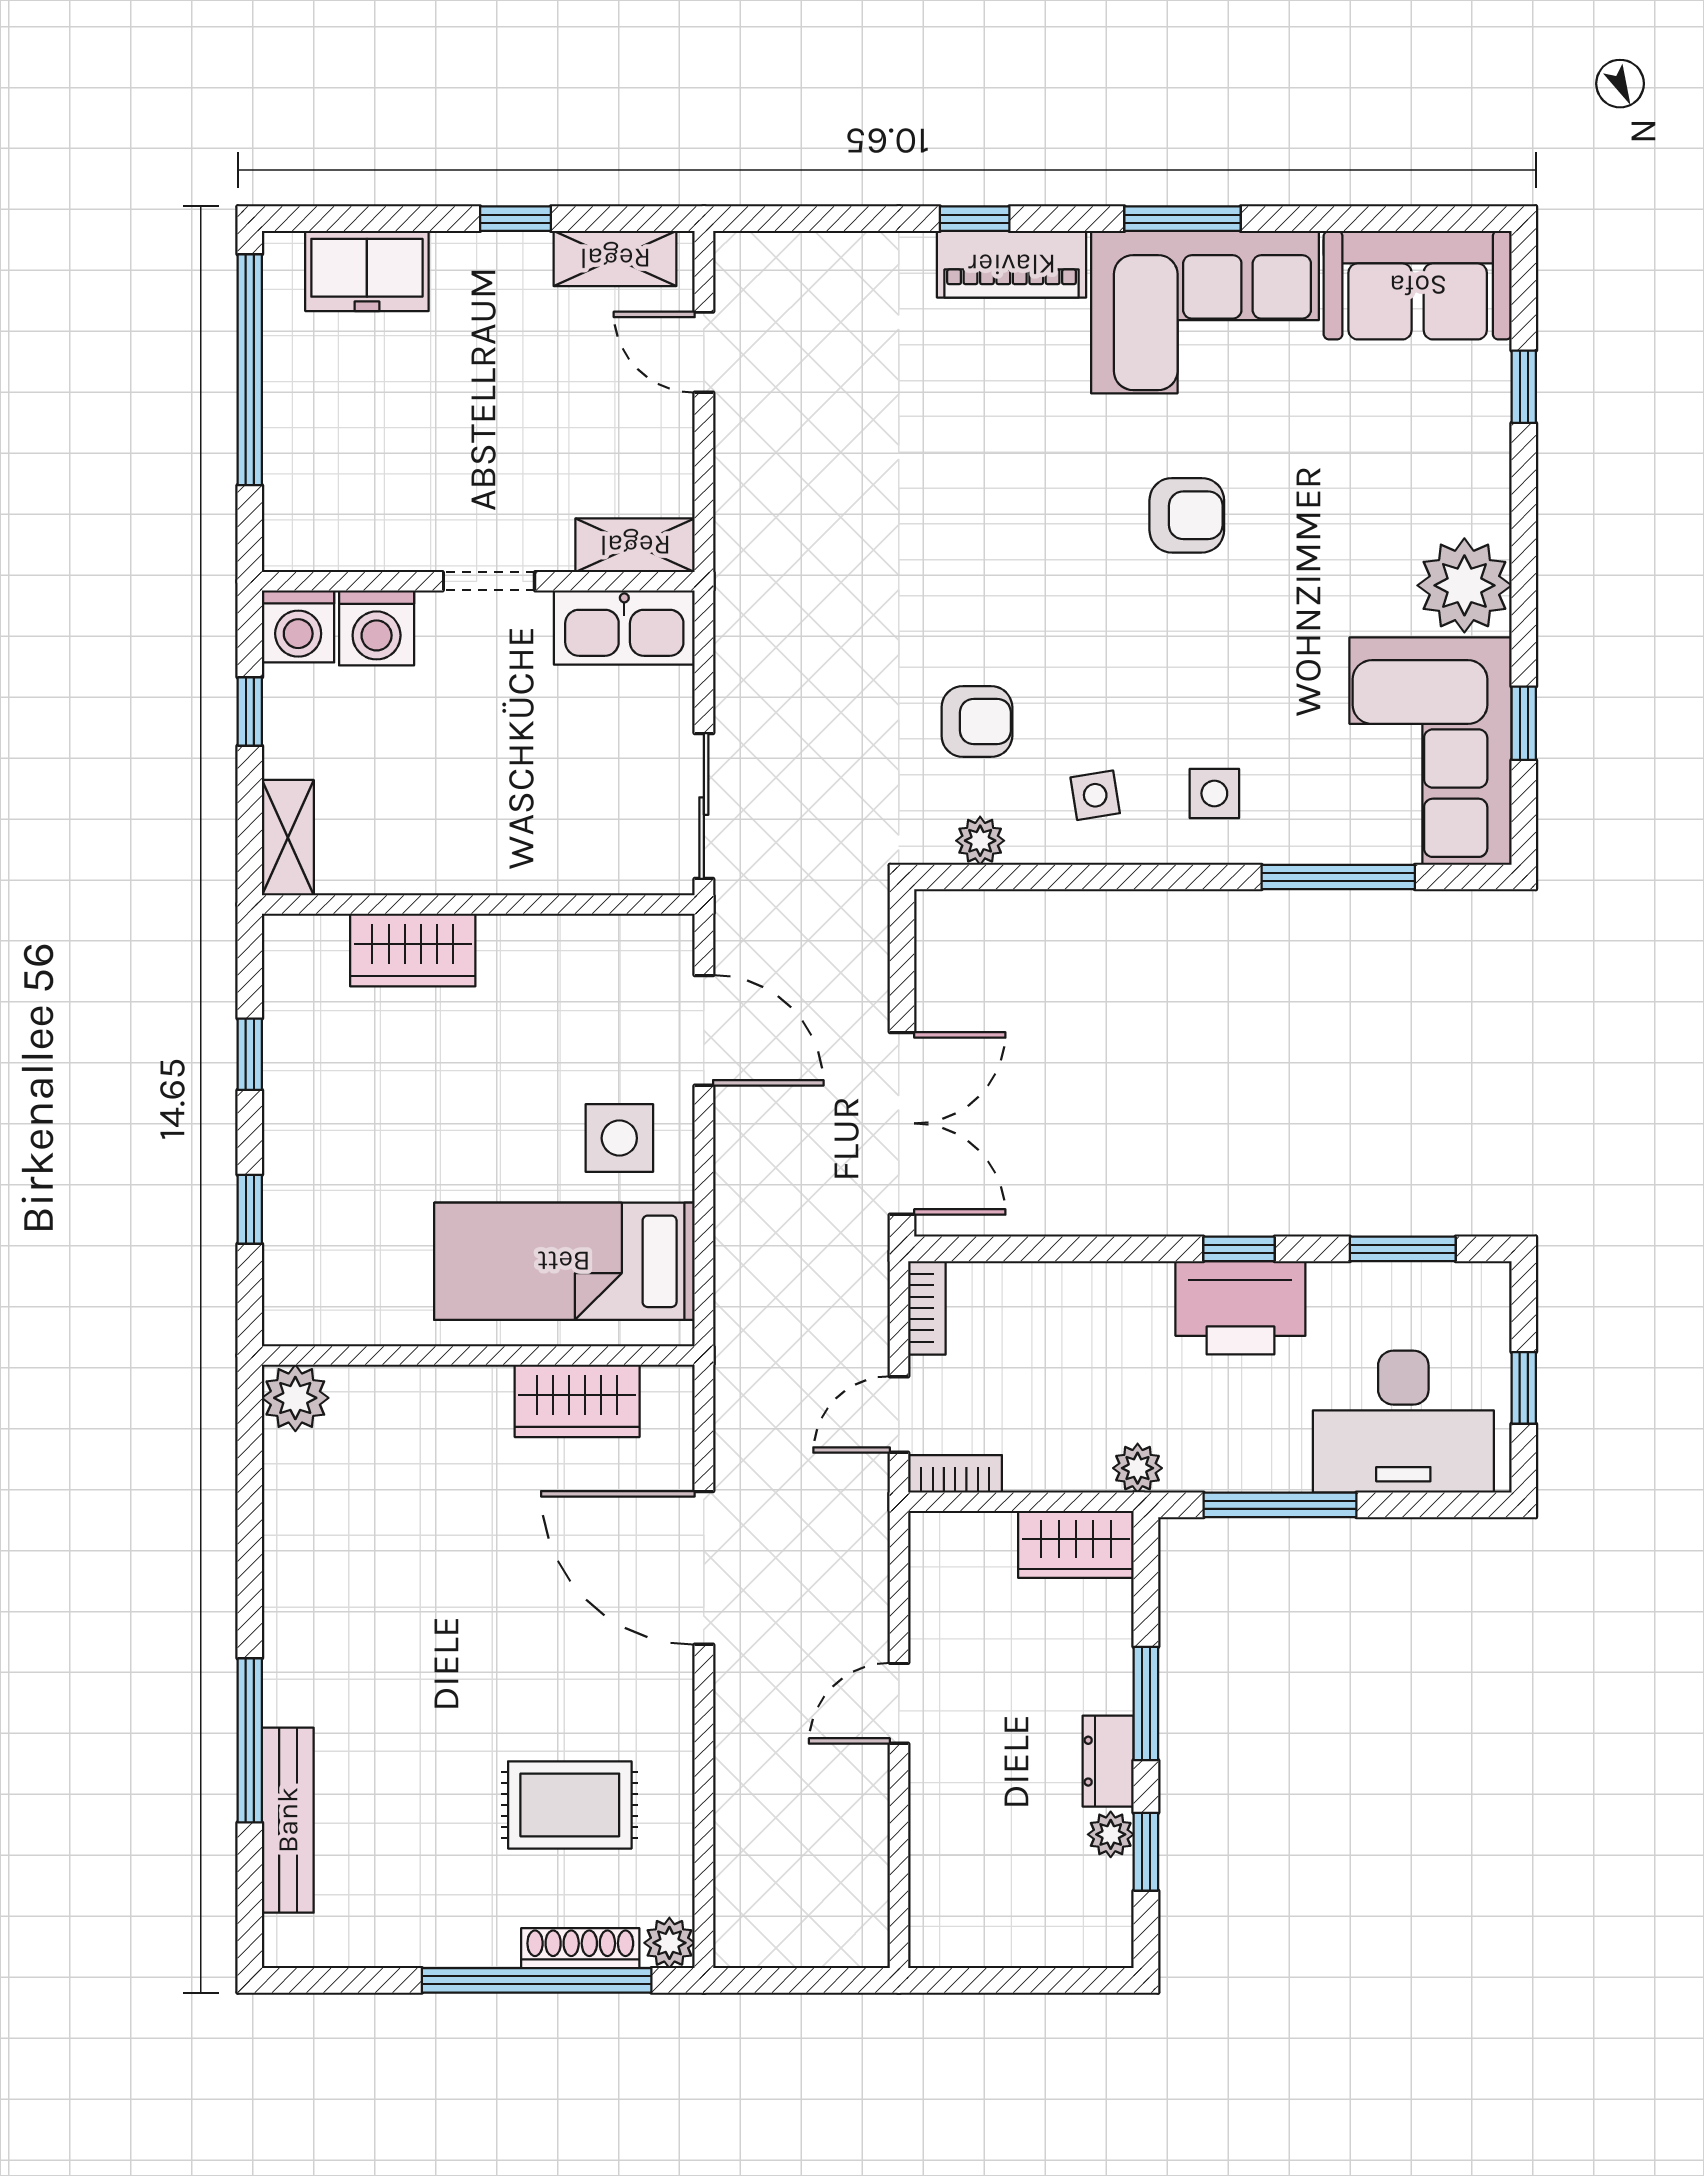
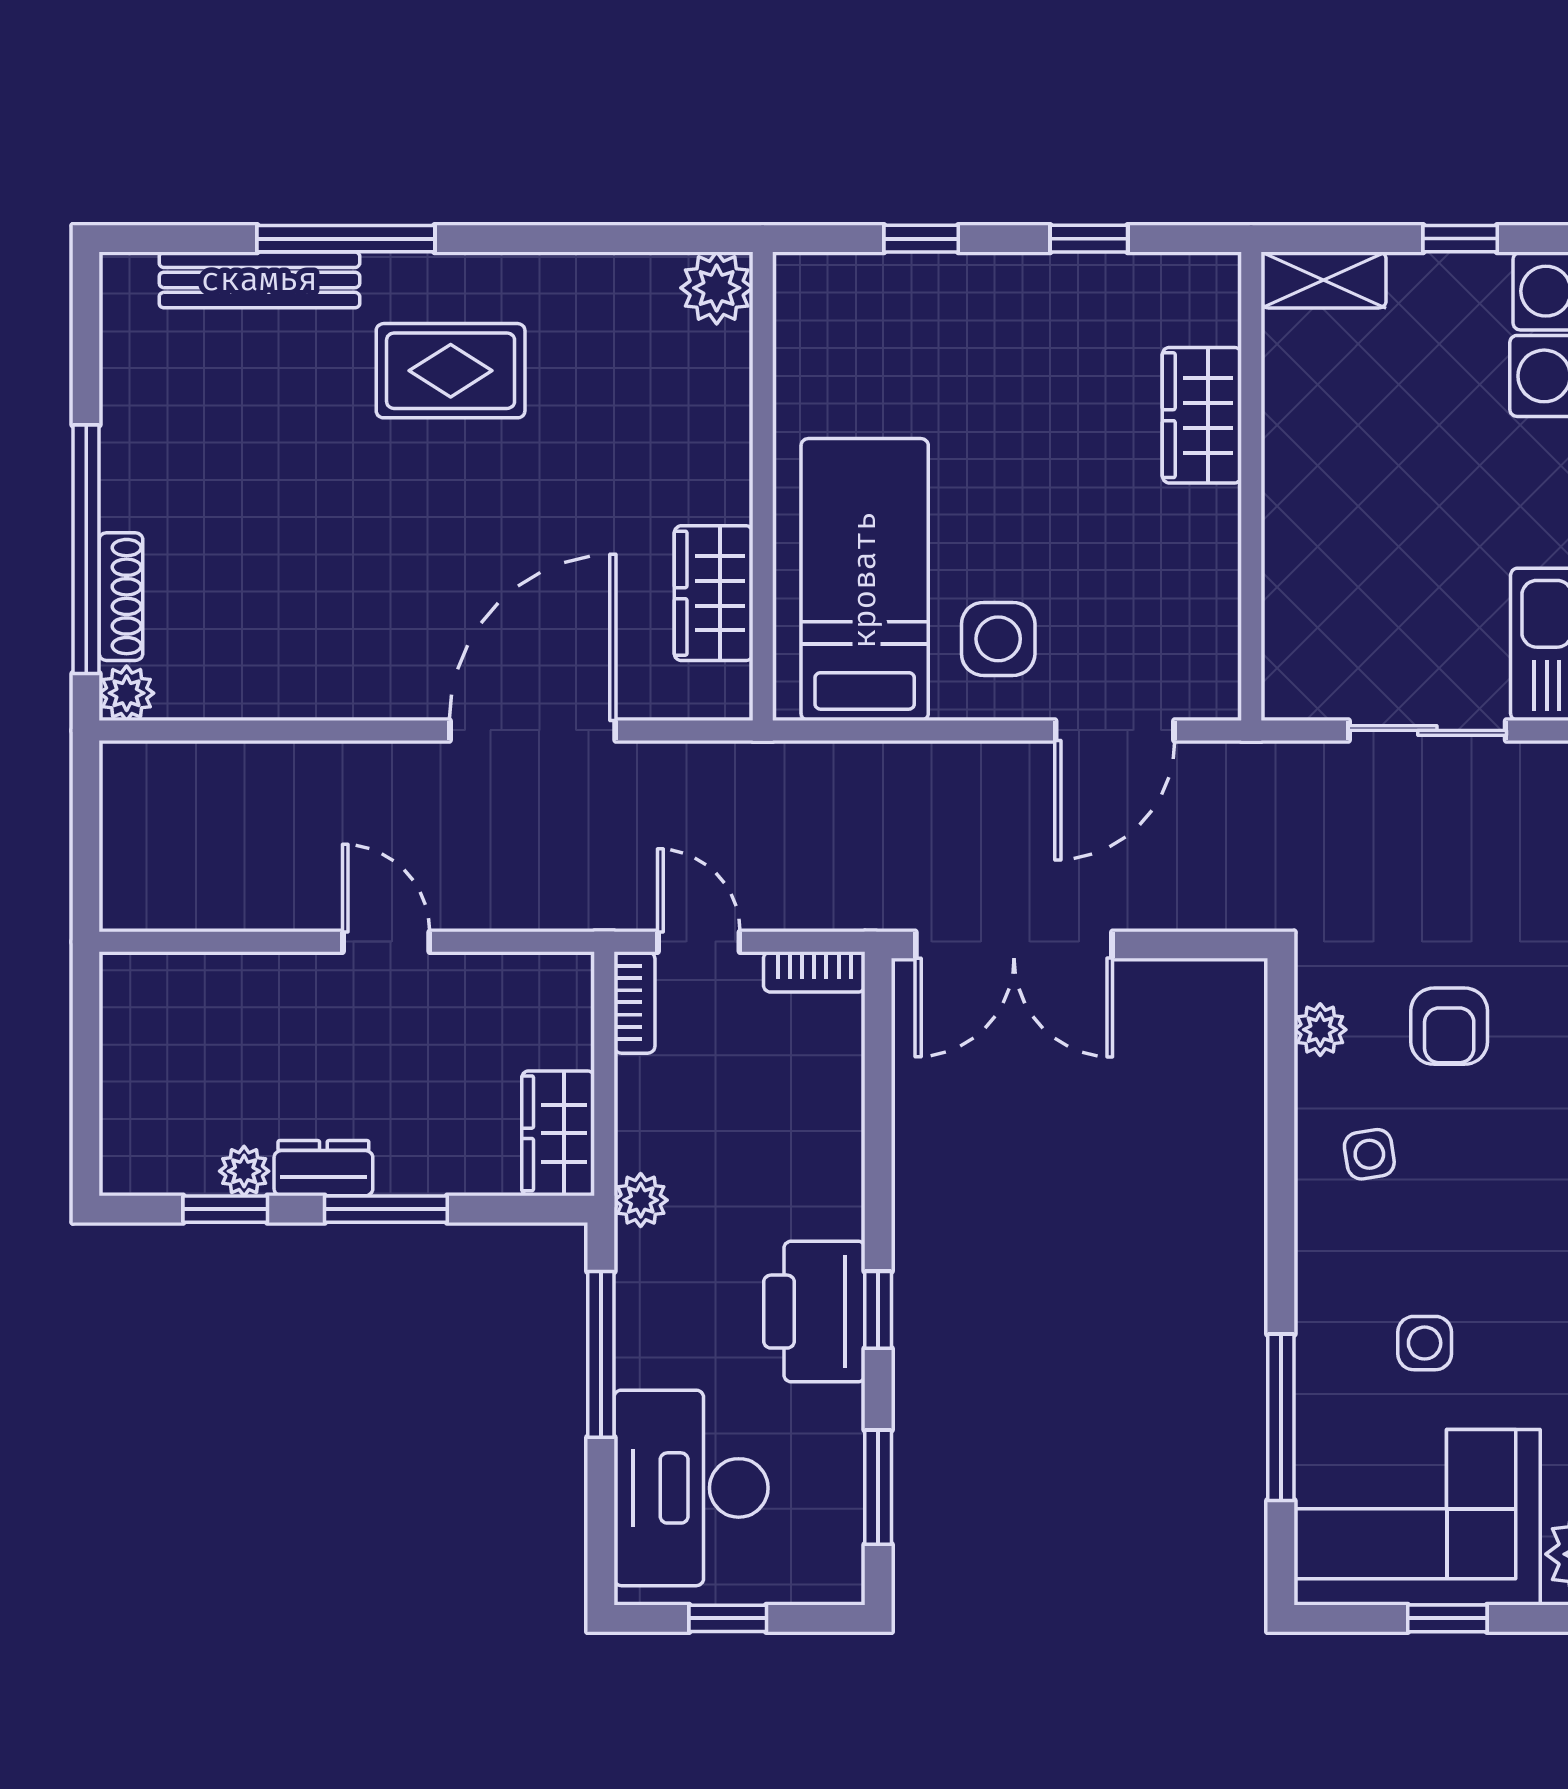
side table: (1214, 793) -> (1425, 1343), moved
sliding door: (704, 806) -> (1427, 730), moved
rug: (570, 1805) -> (451, 371), moved, turned 90

